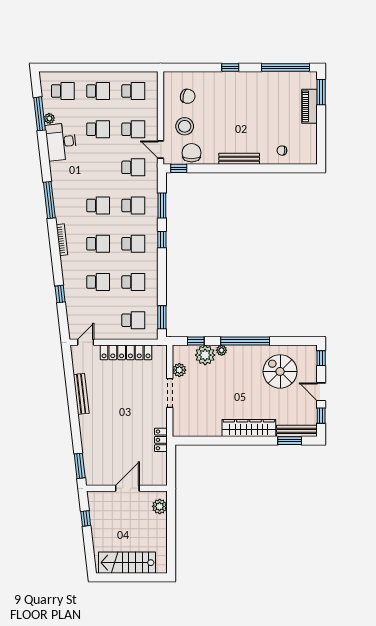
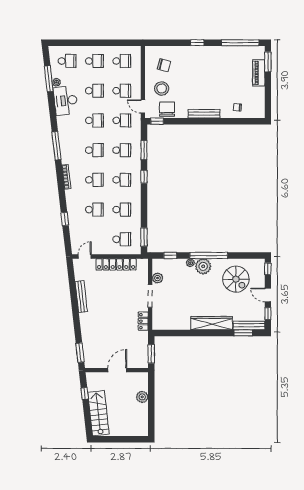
school desk: (98, 167) -> (94, 120), added
plant: (205, 355) -> (203, 266), moved
spiral stairs: (280, 371) -> (236, 279), turned 180
locker: (161, 440) -> (143, 321), moved
window: (171, 467) -> (151, 354), added
plant: (160, 506) -> (142, 397), moved
stairs: (127, 563) -> (98, 413), moved, turned 83

